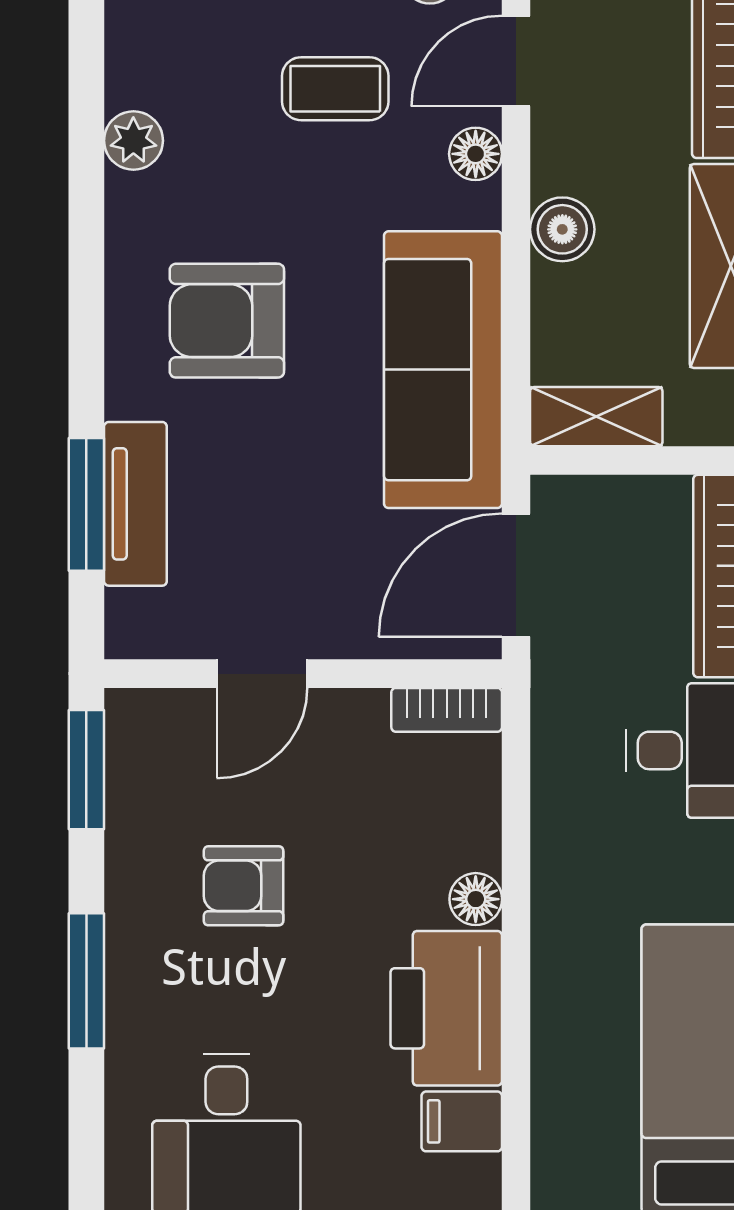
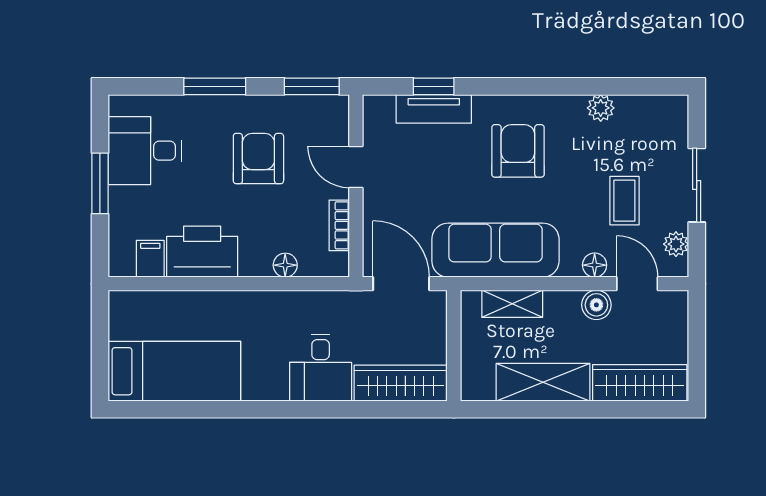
boiler: (562, 229) -> (596, 305), moved
shelving: (596, 417) -> (512, 304), moved, turned 90
window: (86, 504) -> (434, 86), width x0.67
bookcase: (447, 710) -> (339, 225), moved
armchair: (244, 886) -> (258, 159), width x1.38, depth x1.38
floor lamp: (476, 899) -> (285, 265), moved

